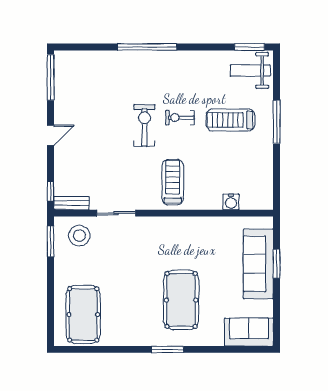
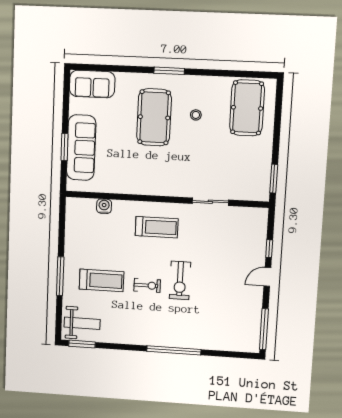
treadmill: (173, 182) -> (157, 227), turned -90
window: (51, 191) -> (269, 249), moved
bench: (71, 203) -> (252, 213), removed
stool: (79, 236) -> (196, 115), moved, width x0.53, depth x0.53

